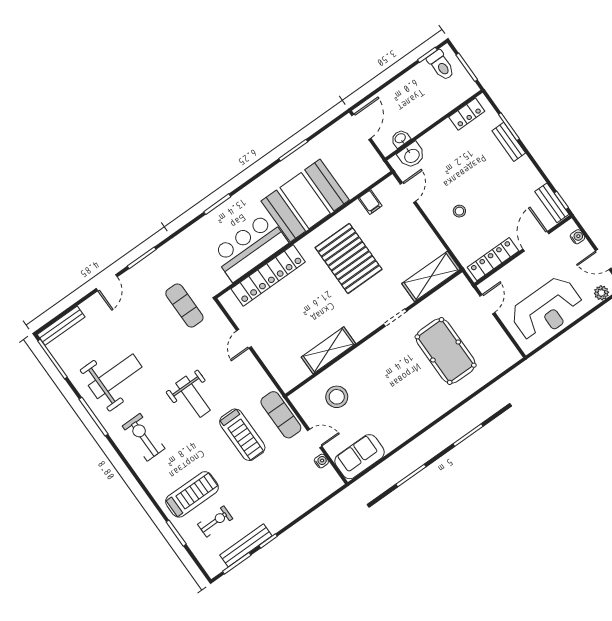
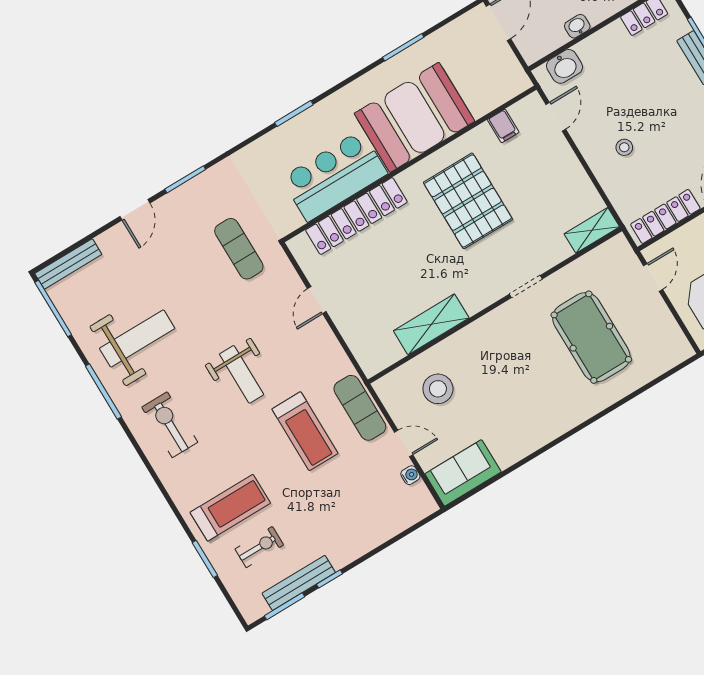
washbasin: (400, 138) -> (577, 26), moved
shelving: (431, 276) -> (592, 230), width x0.67, depth x0.75

